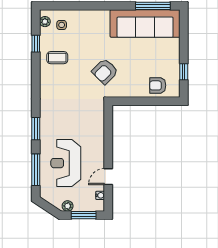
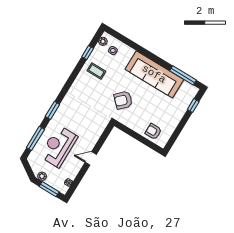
sofa: (145, 24) -> (154, 74), moved
window: (184, 72) -> (193, 106), moved
door: (108, 177) -> (91, 158), moved

